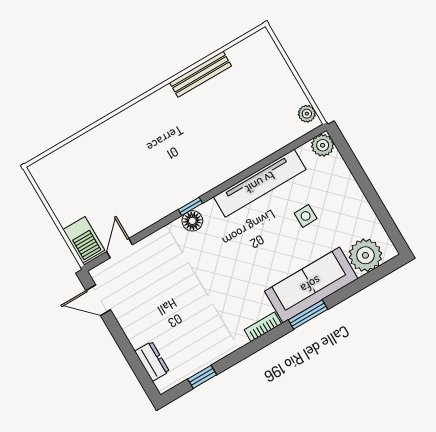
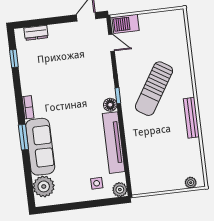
bench: (200, 74) -> (191, 118), moved
plant: (307, 114) -> (191, 183), moved
sun lounger: (158, 159) -> (154, 89), added
side table: (306, 216) -> (97, 183), moved
floor lamp: (192, 221) -> (110, 105), moved

